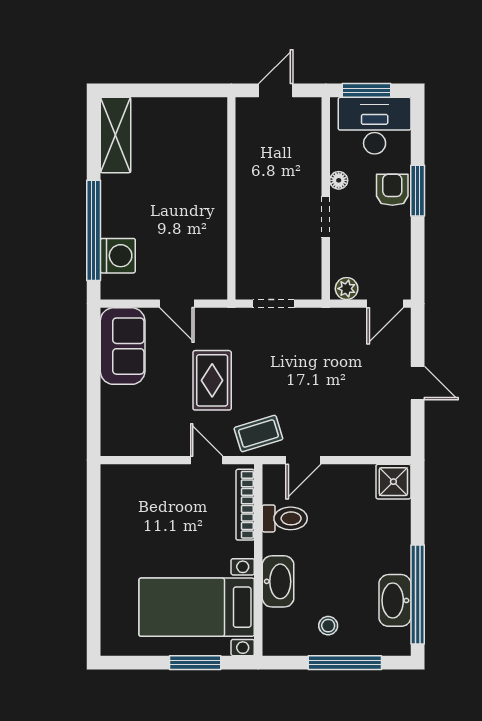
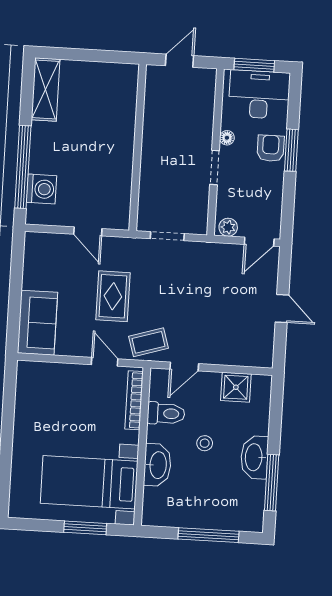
sofa: (123, 346) -> (37, 323), moved
shower: (393, 482) -> (236, 387), moved
window: (418, 594) -> (272, 483), width x0.68
washbasin: (395, 600) -> (254, 457), moved
stool: (328, 626) -> (205, 443), moved

